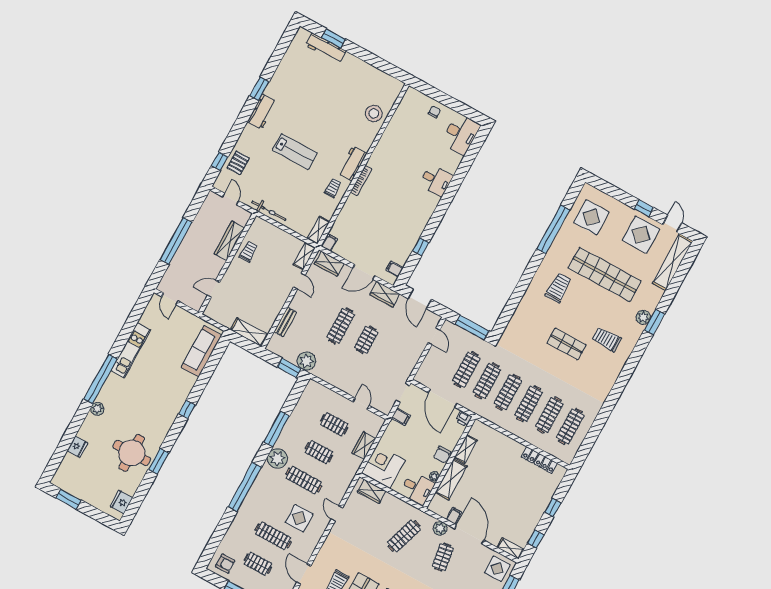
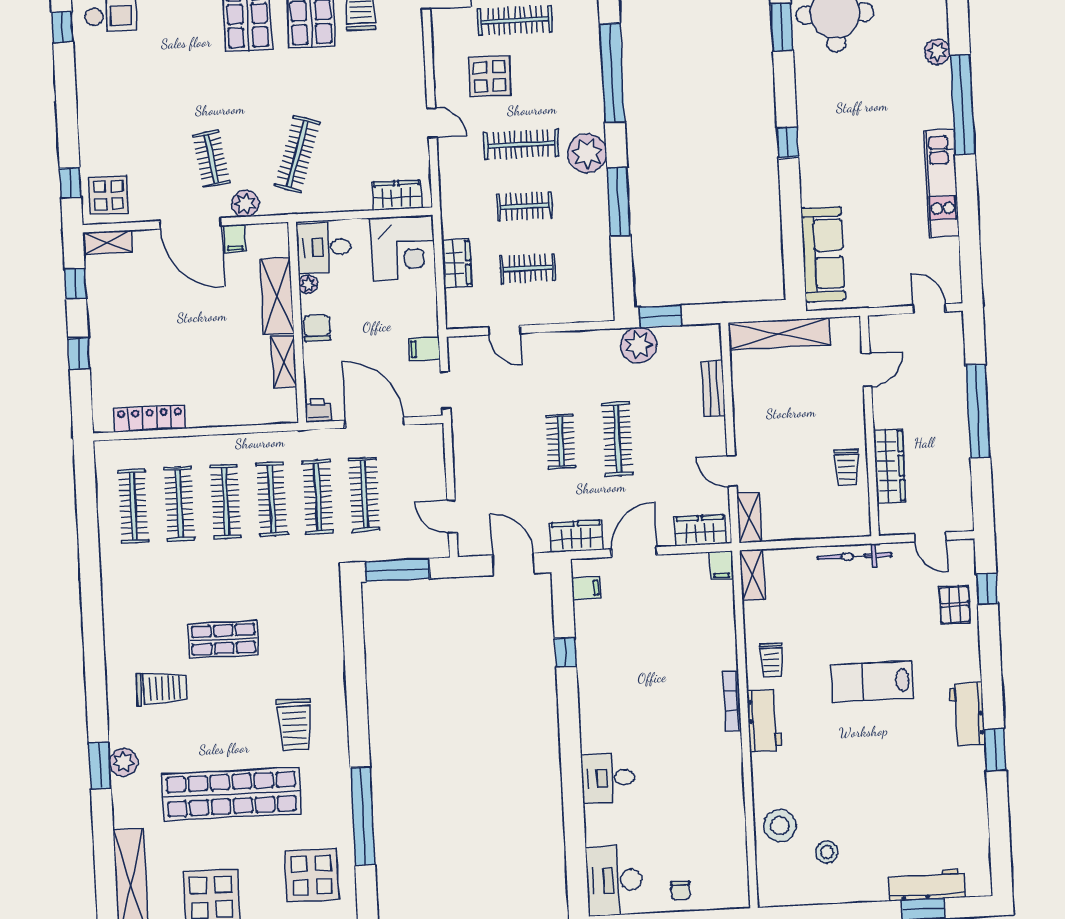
stool: (360, 89) -> (827, 852), added
shelving: (249, 332) -> (779, 334), width x1.47

